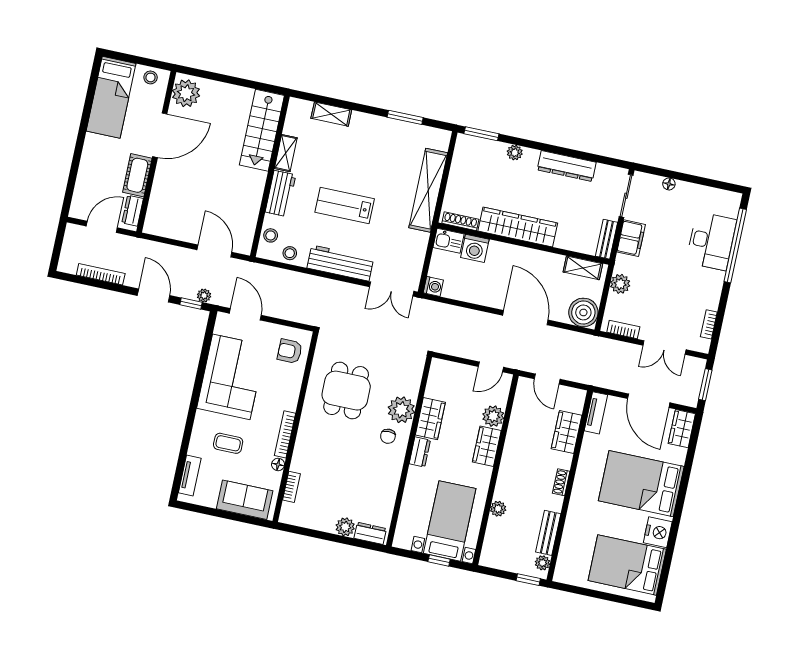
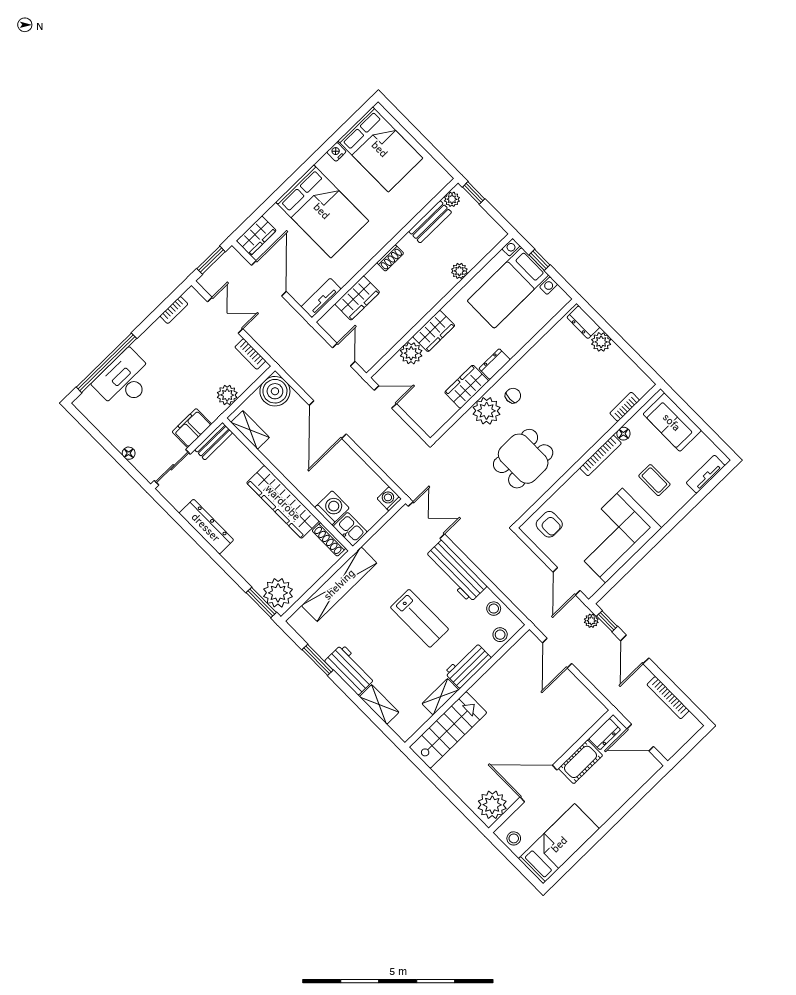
workbench: (374, 127) -> (350, 670), added
plant: (515, 153) -> (278, 593), moved, width x1.88, depth x1.88
nightstand: (658, 532) -> (336, 152), width x0.53, depth x0.56

